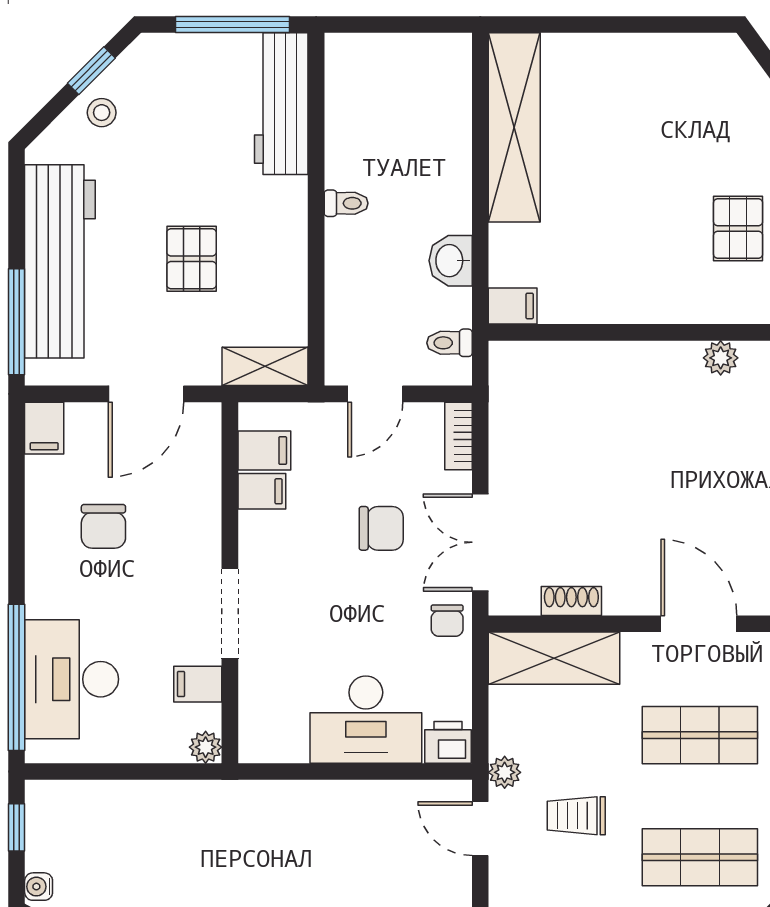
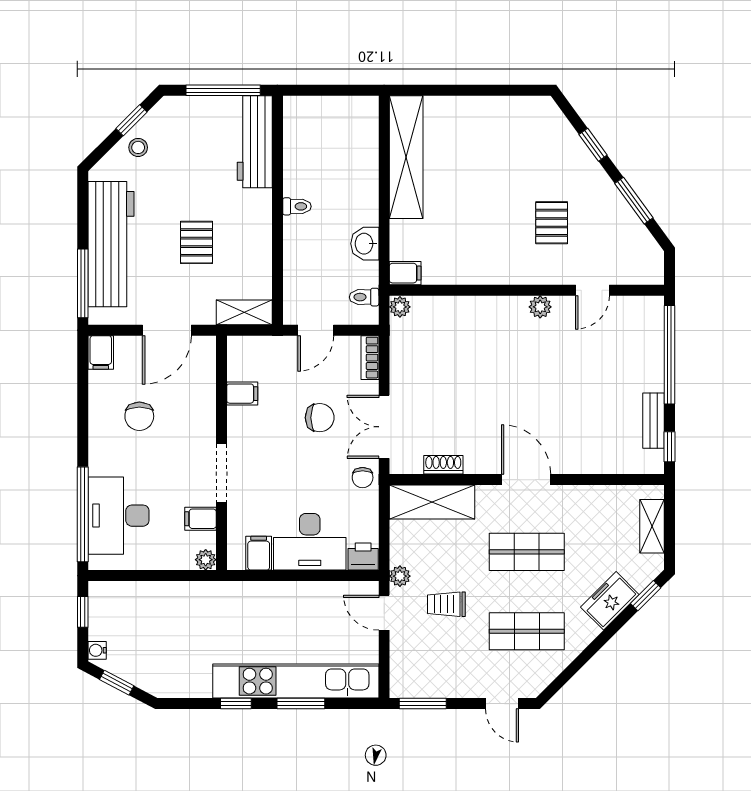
plant: (505, 358) -> (400, 307), added
filing cabinet: (264, 451) -> (259, 553), moved, turned -90

